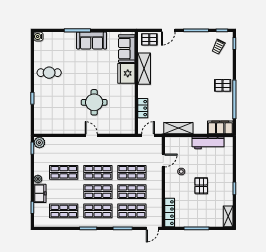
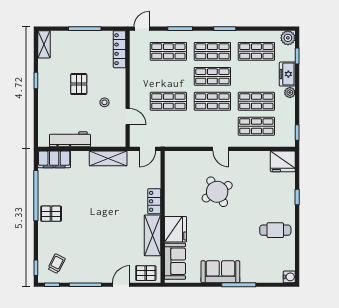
round table: (94, 102) -> (217, 192), turned -30
locker: (143, 108) -> (154, 201), moved
fridge: (43, 126) -> (283, 161), added
plant: (39, 143) -> (288, 38), moved
door: (163, 160) -> (128, 117), swing flipped
shop shelf: (132, 192) -> (256, 126), moved

